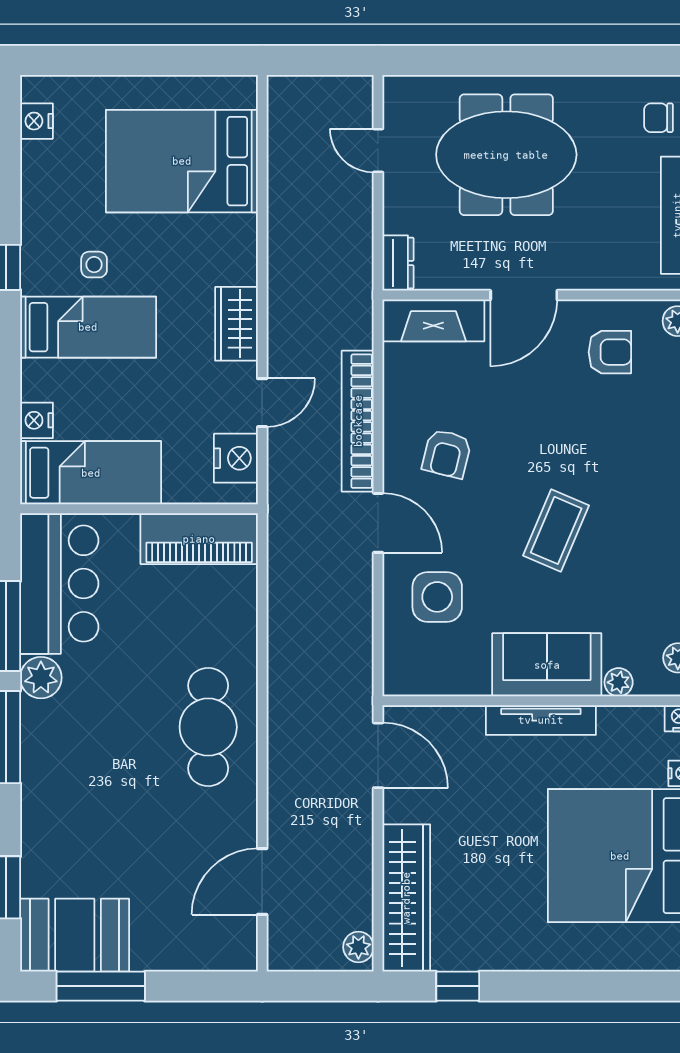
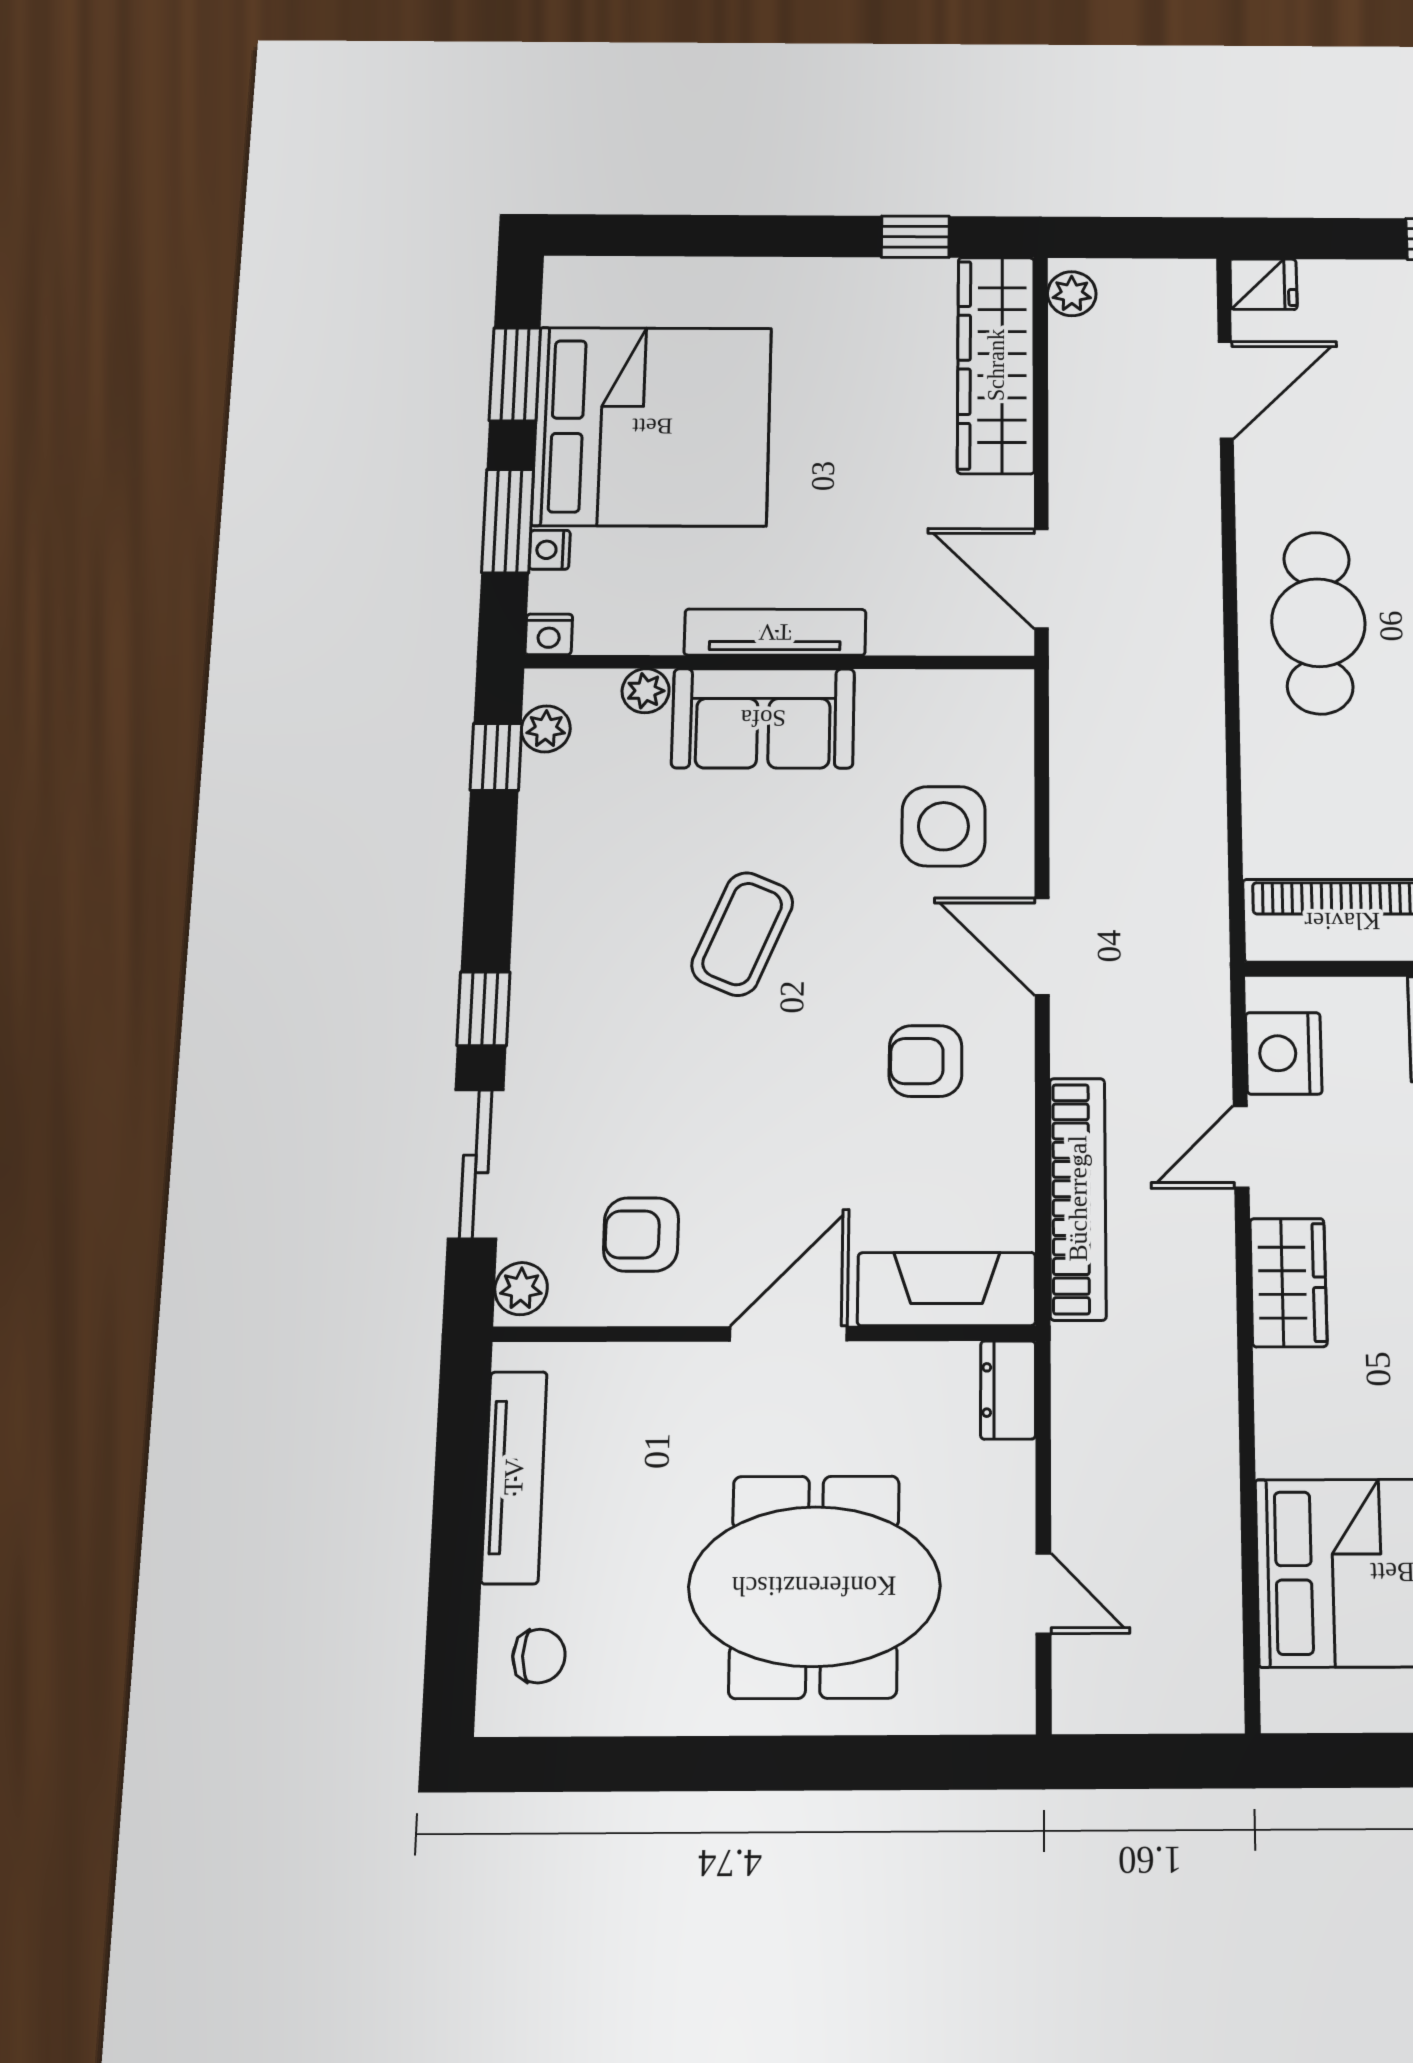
bookcase: (358, 421) -> (1078, 1198), moved
armchair: (447, 454) -> (925, 1061), turned -104
fridge: (237, 954) -> (1263, 284), added

